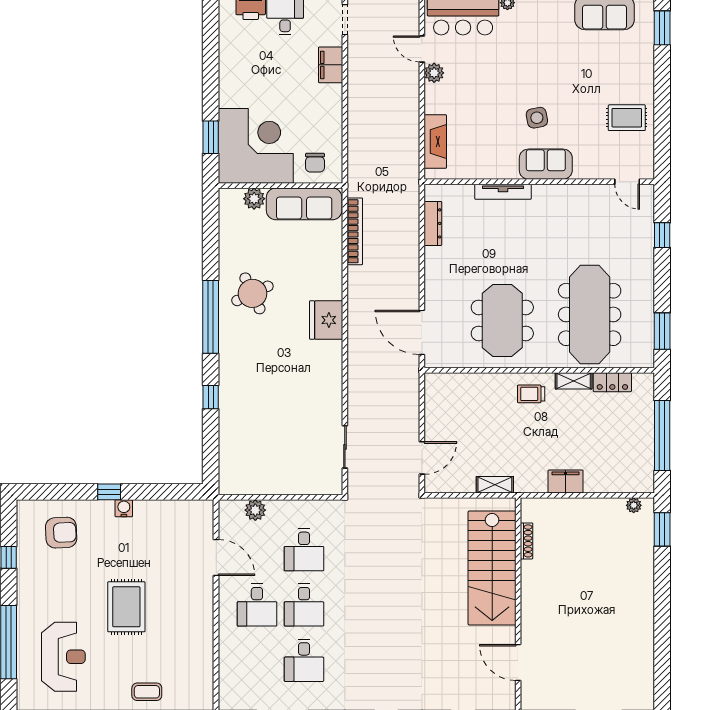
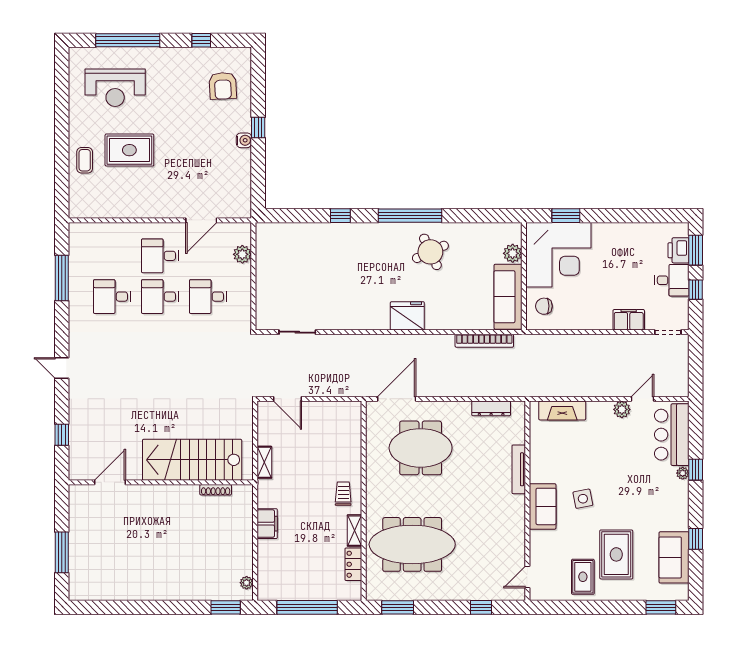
rug: (601, 79) -> (616, 554), added
meeting table: (502, 320) -> (421, 448), moved
rug: (126, 607) -> (129, 150), moved

